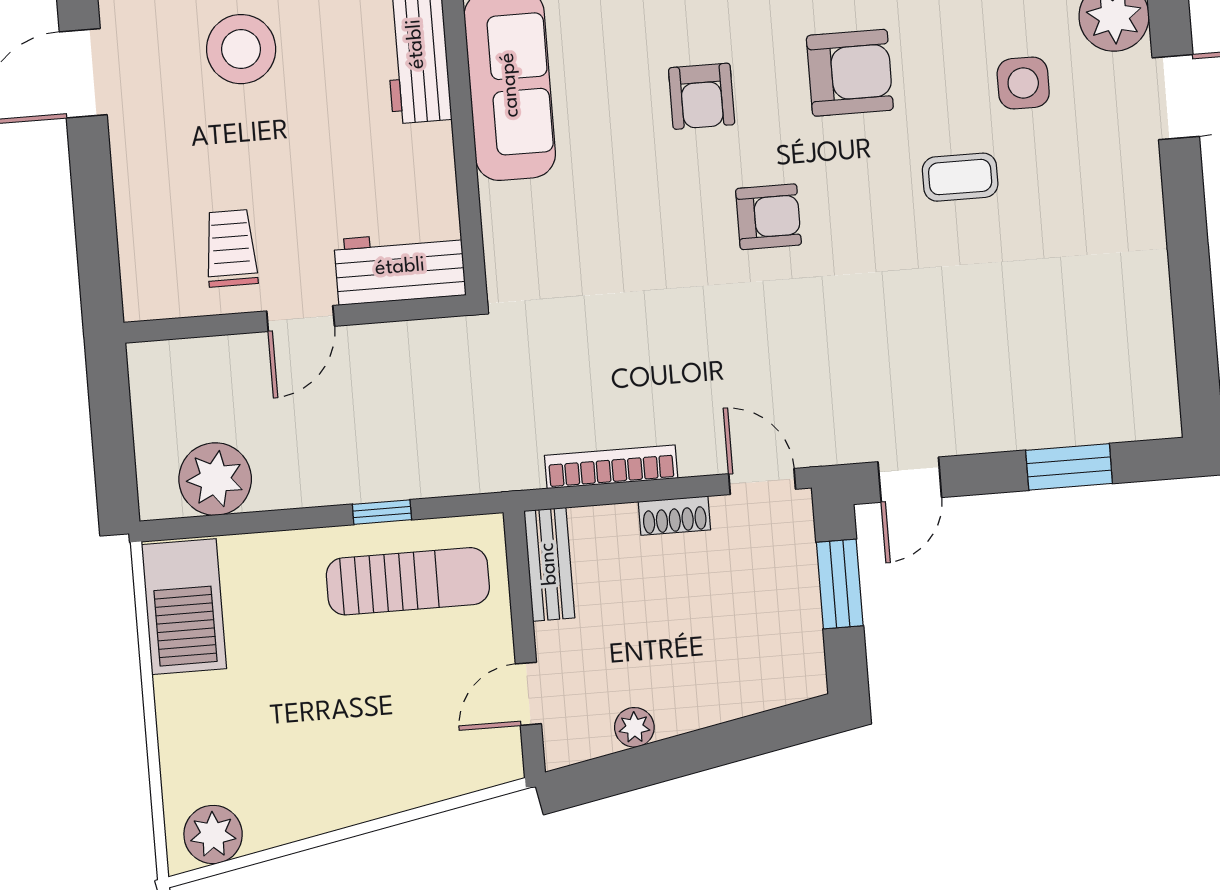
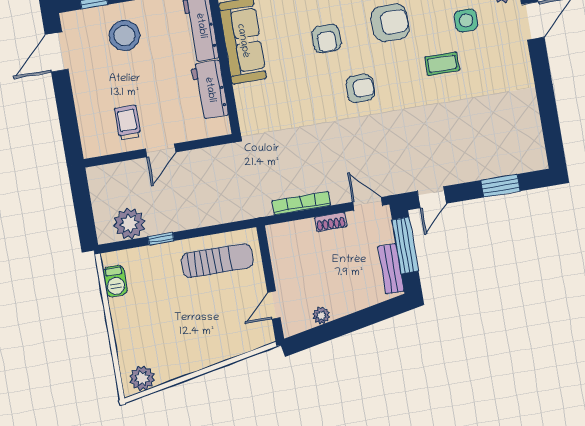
workbench: (400, 267) -> (210, 90), moved, turned -90
window: (382, 512) -> (161, 239), moved
bench: (549, 564) -> (391, 269), moved
window: (840, 584) -> (405, 245), width x1.44
barbecue: (184, 607) -> (115, 281), width x0.53, depth x0.65

